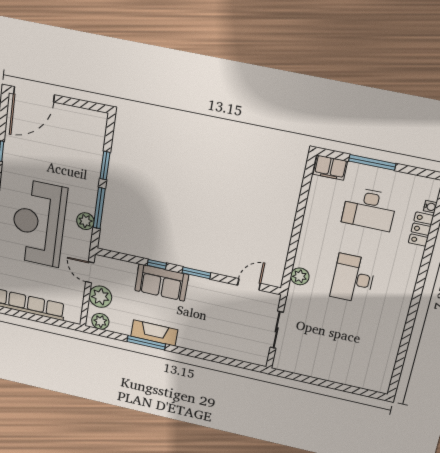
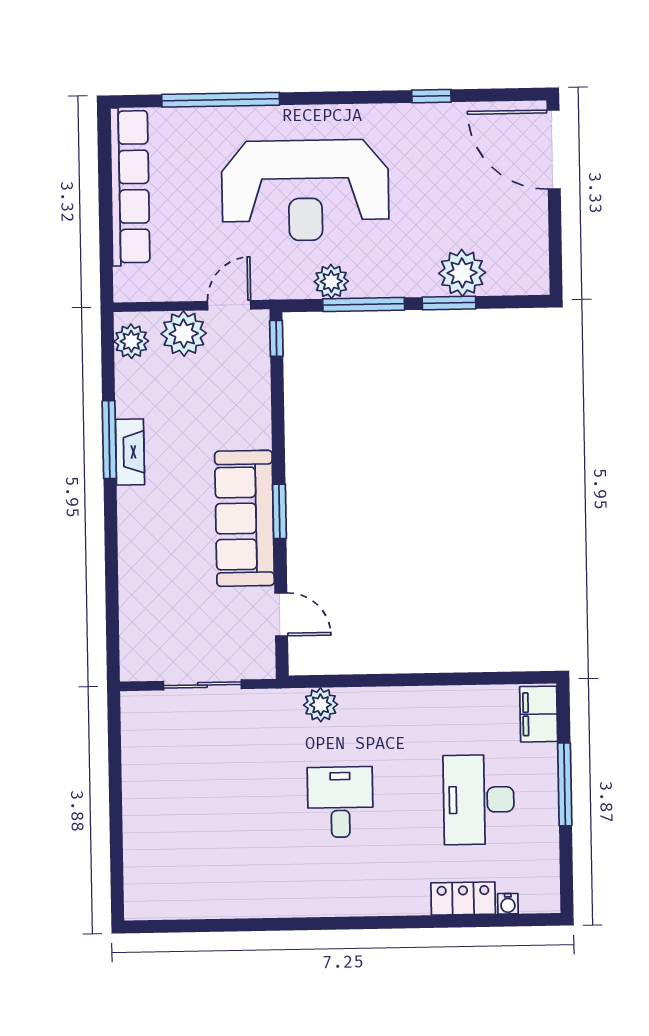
plant: (91, 155) -> (462, 273), added
reception desk: (39, 223) -> (305, 190), turned 180
window: (157, 264) -> (276, 338), moved
desk: (353, 279) -> (340, 802), width x0.73
sofa: (162, 283) -> (244, 518), moved, width x1.36
fireplace: (154, 333) -> (130, 452), width x0.73, depth x0.76

